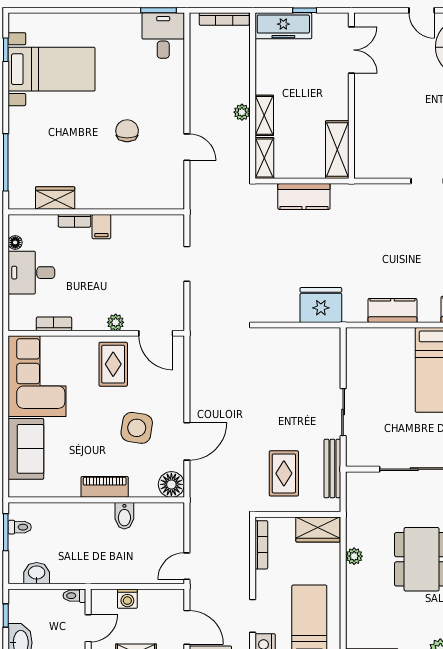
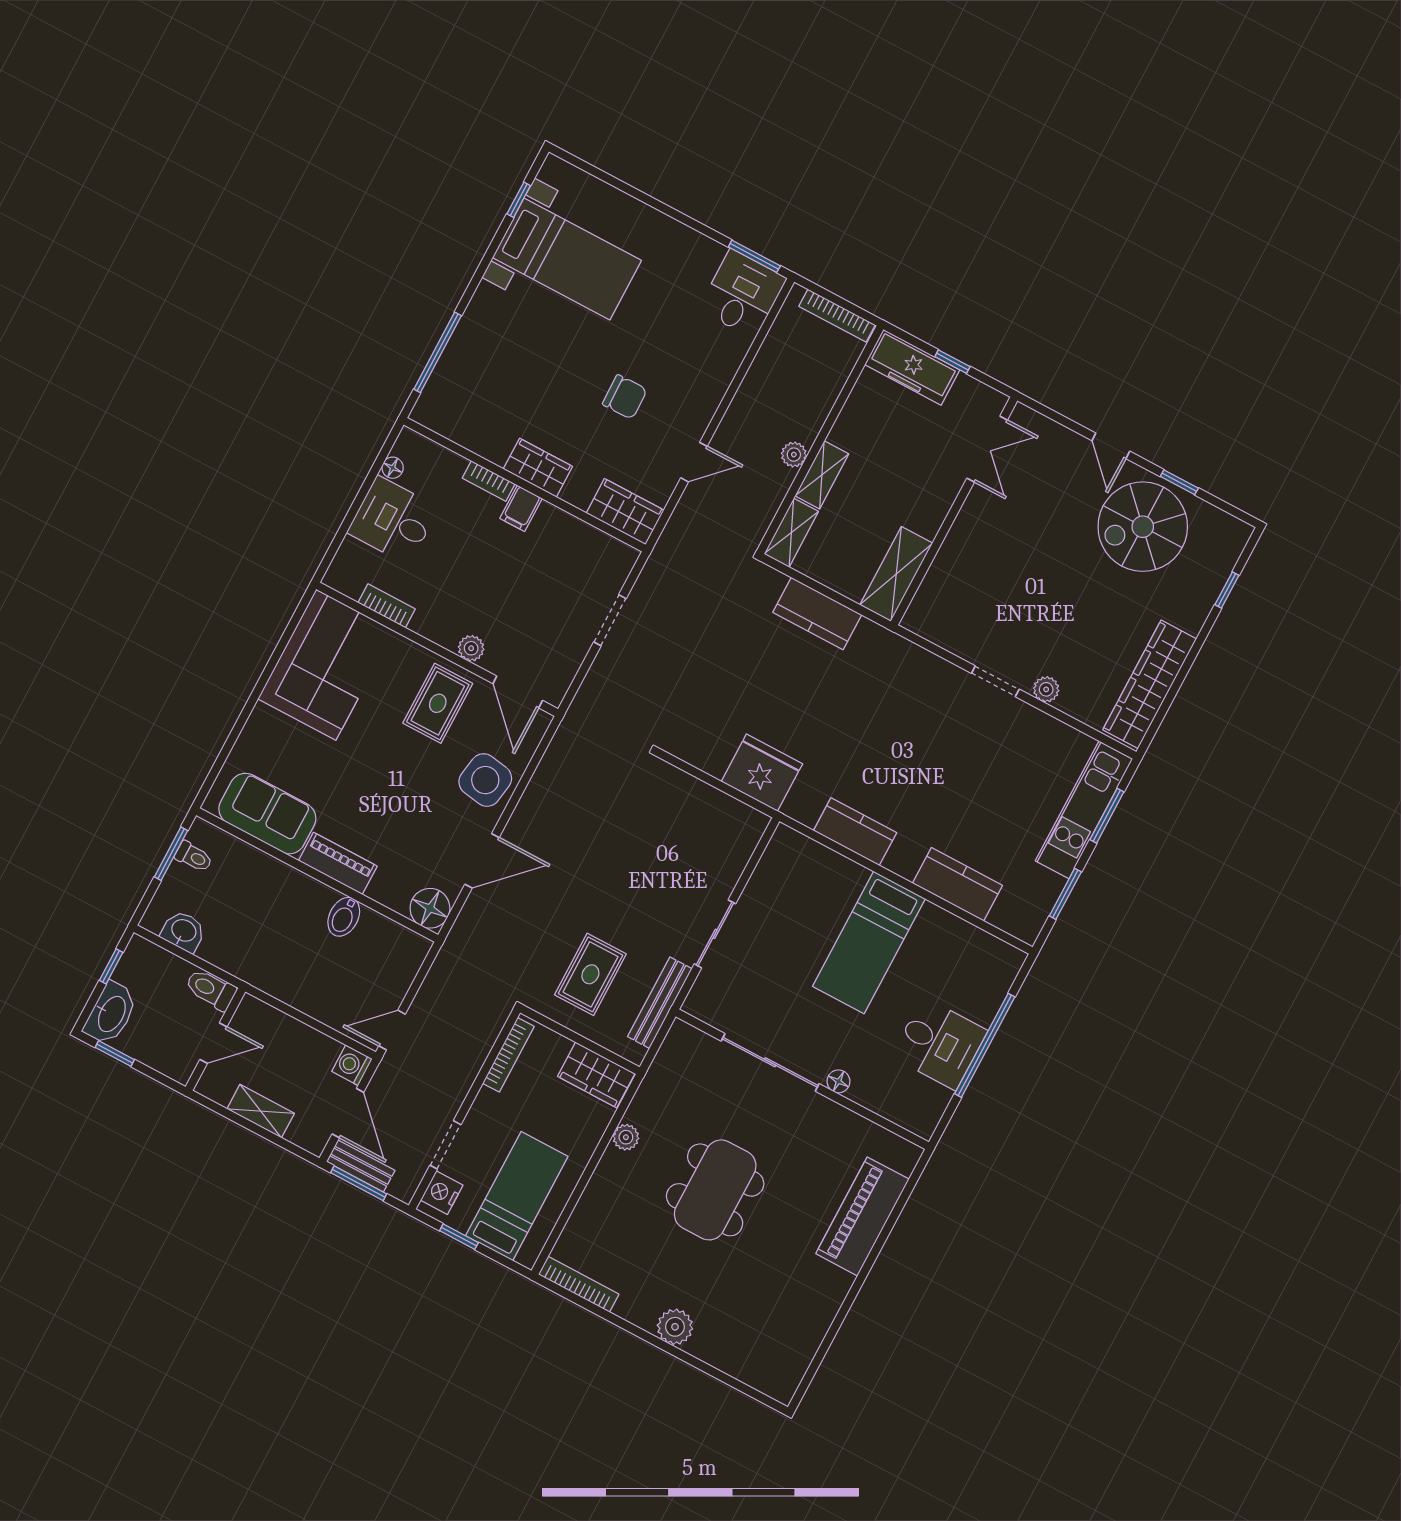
chair: (127, 131) -> (625, 397), turned 89
door: (187, 147) -> (694, 462), hinge flipped
wardrobe: (162, 197) -> (625, 512), added
wardrobe: (55, 198) -> (538, 468), moved
side table: (137, 428) -> (485, 780), moved
sofa: (26, 449) -> (267, 814), moved, turned -90
toilet: (74, 596) -> (211, 989), width x1.37, depth x1.39
washing machine: (127, 599) -> (352, 1065), moved, turned 90

